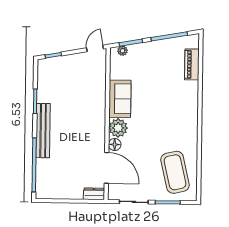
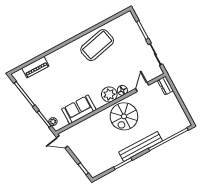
sofa: (120, 99) -> (79, 109), moved
spiral stairs: (86, 131) -> (124, 116), added
door: (107, 168) -> (142, 87), width x0.53
coffee table: (175, 172) -> (97, 45), moved

